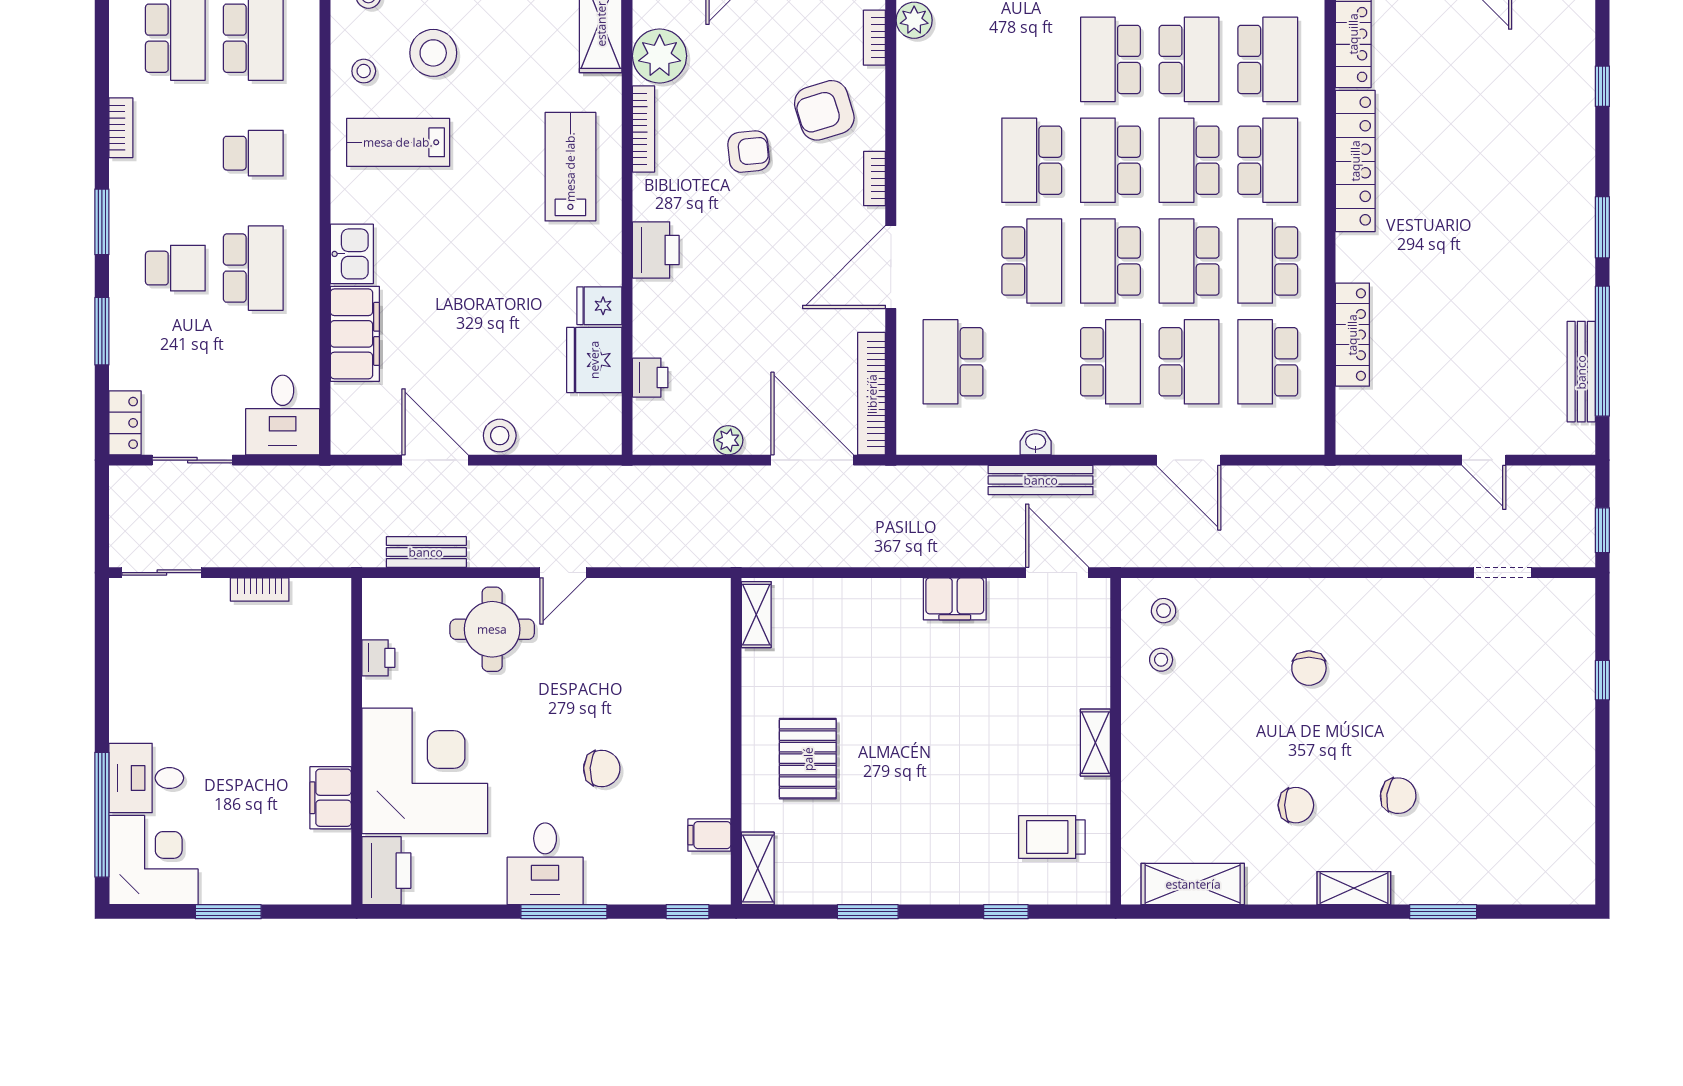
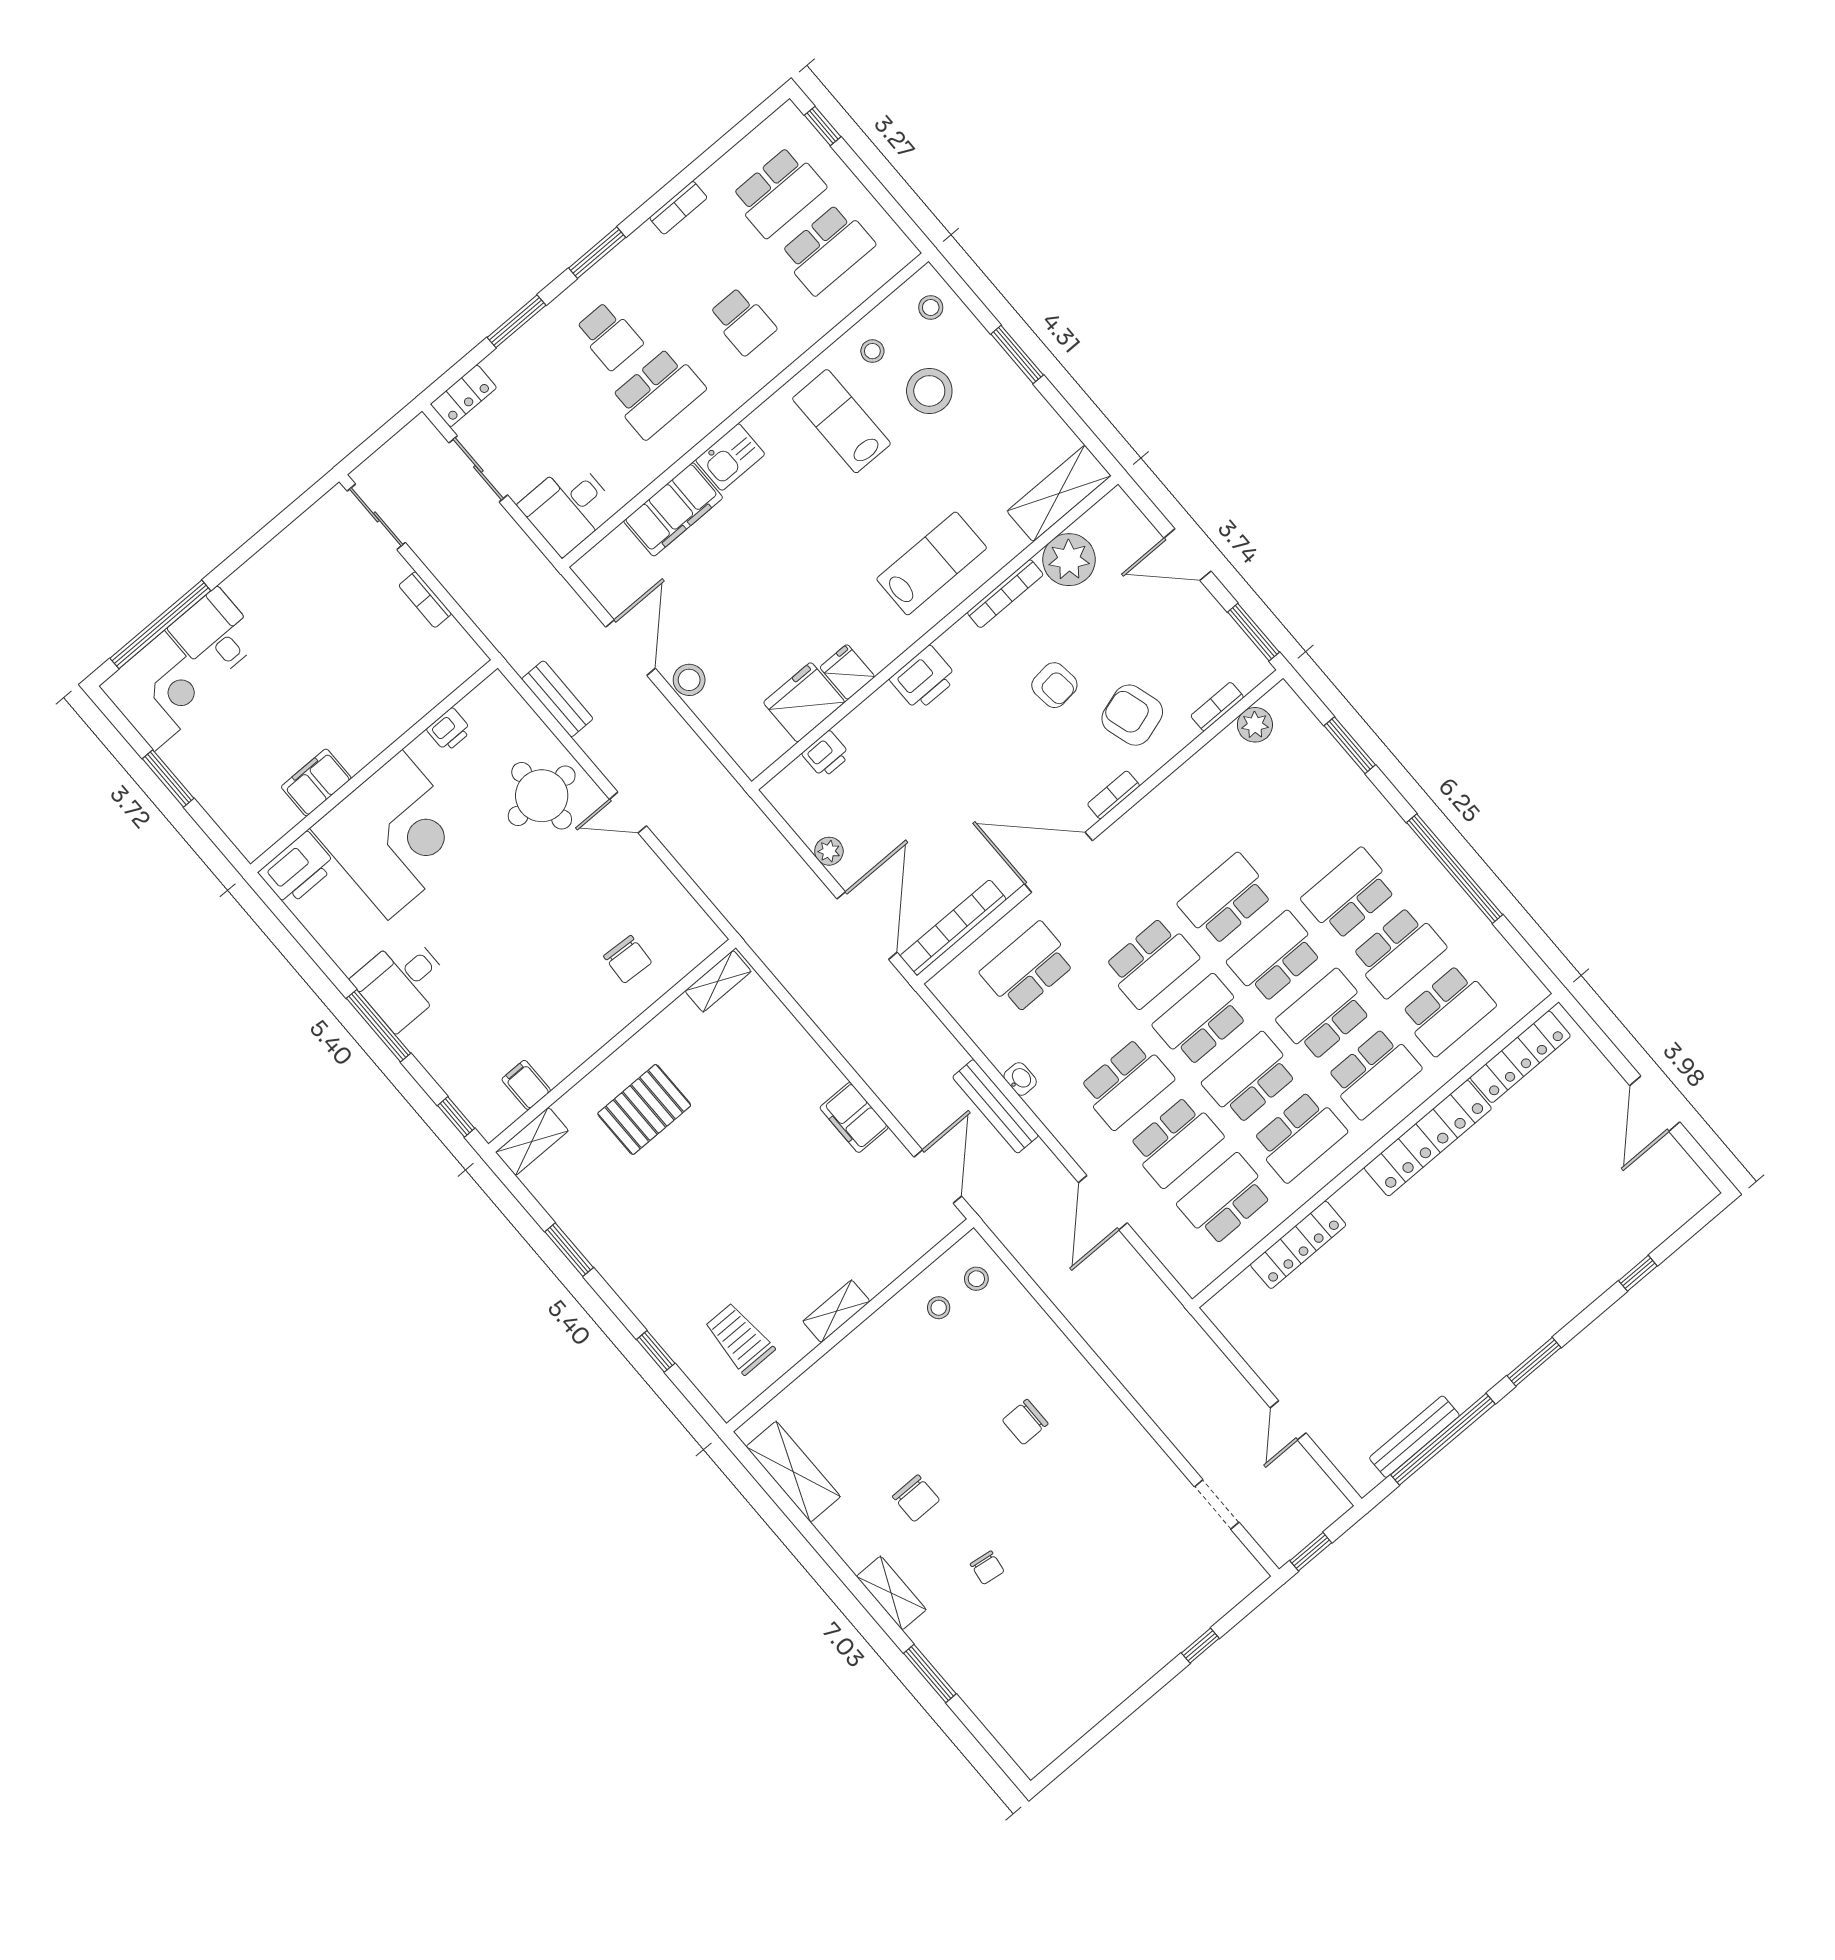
school desk: (1268, 261) -> (1299, 1136), turned 180
chair: (602, 768) -> (628, 959), moved
chair: (1398, 796) -> (987, 1568), width x0.73, depth x0.73

